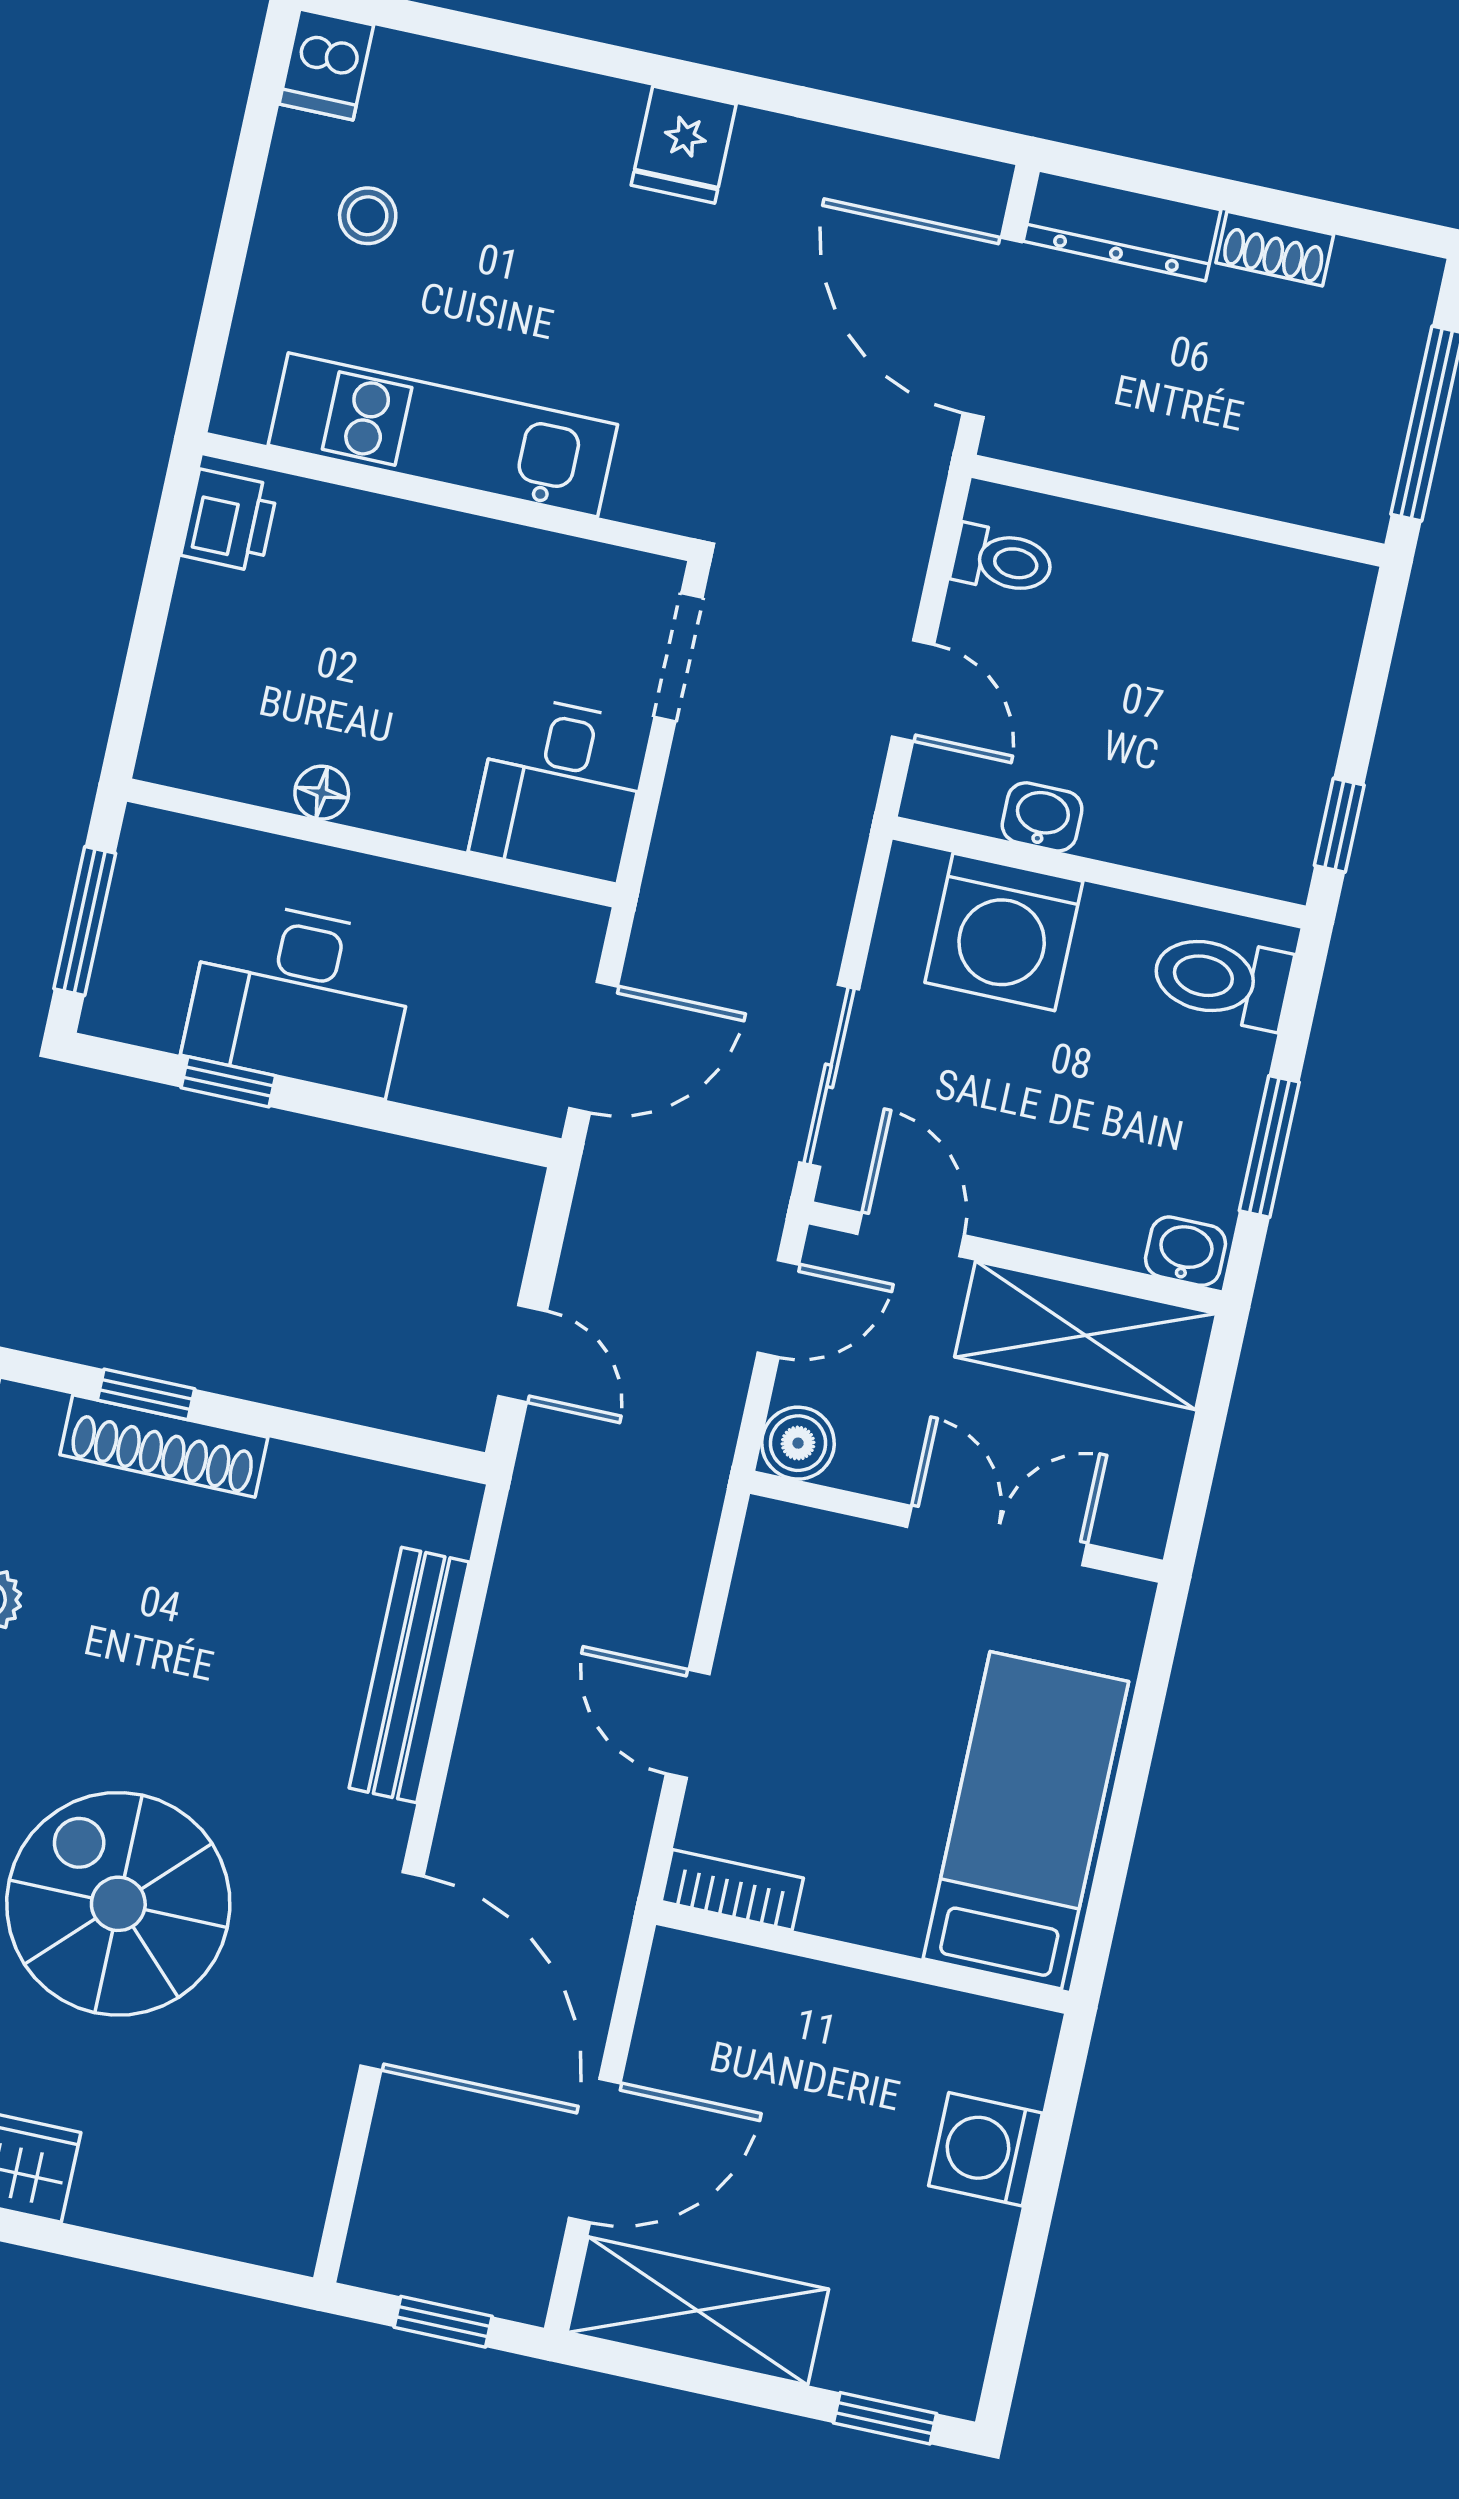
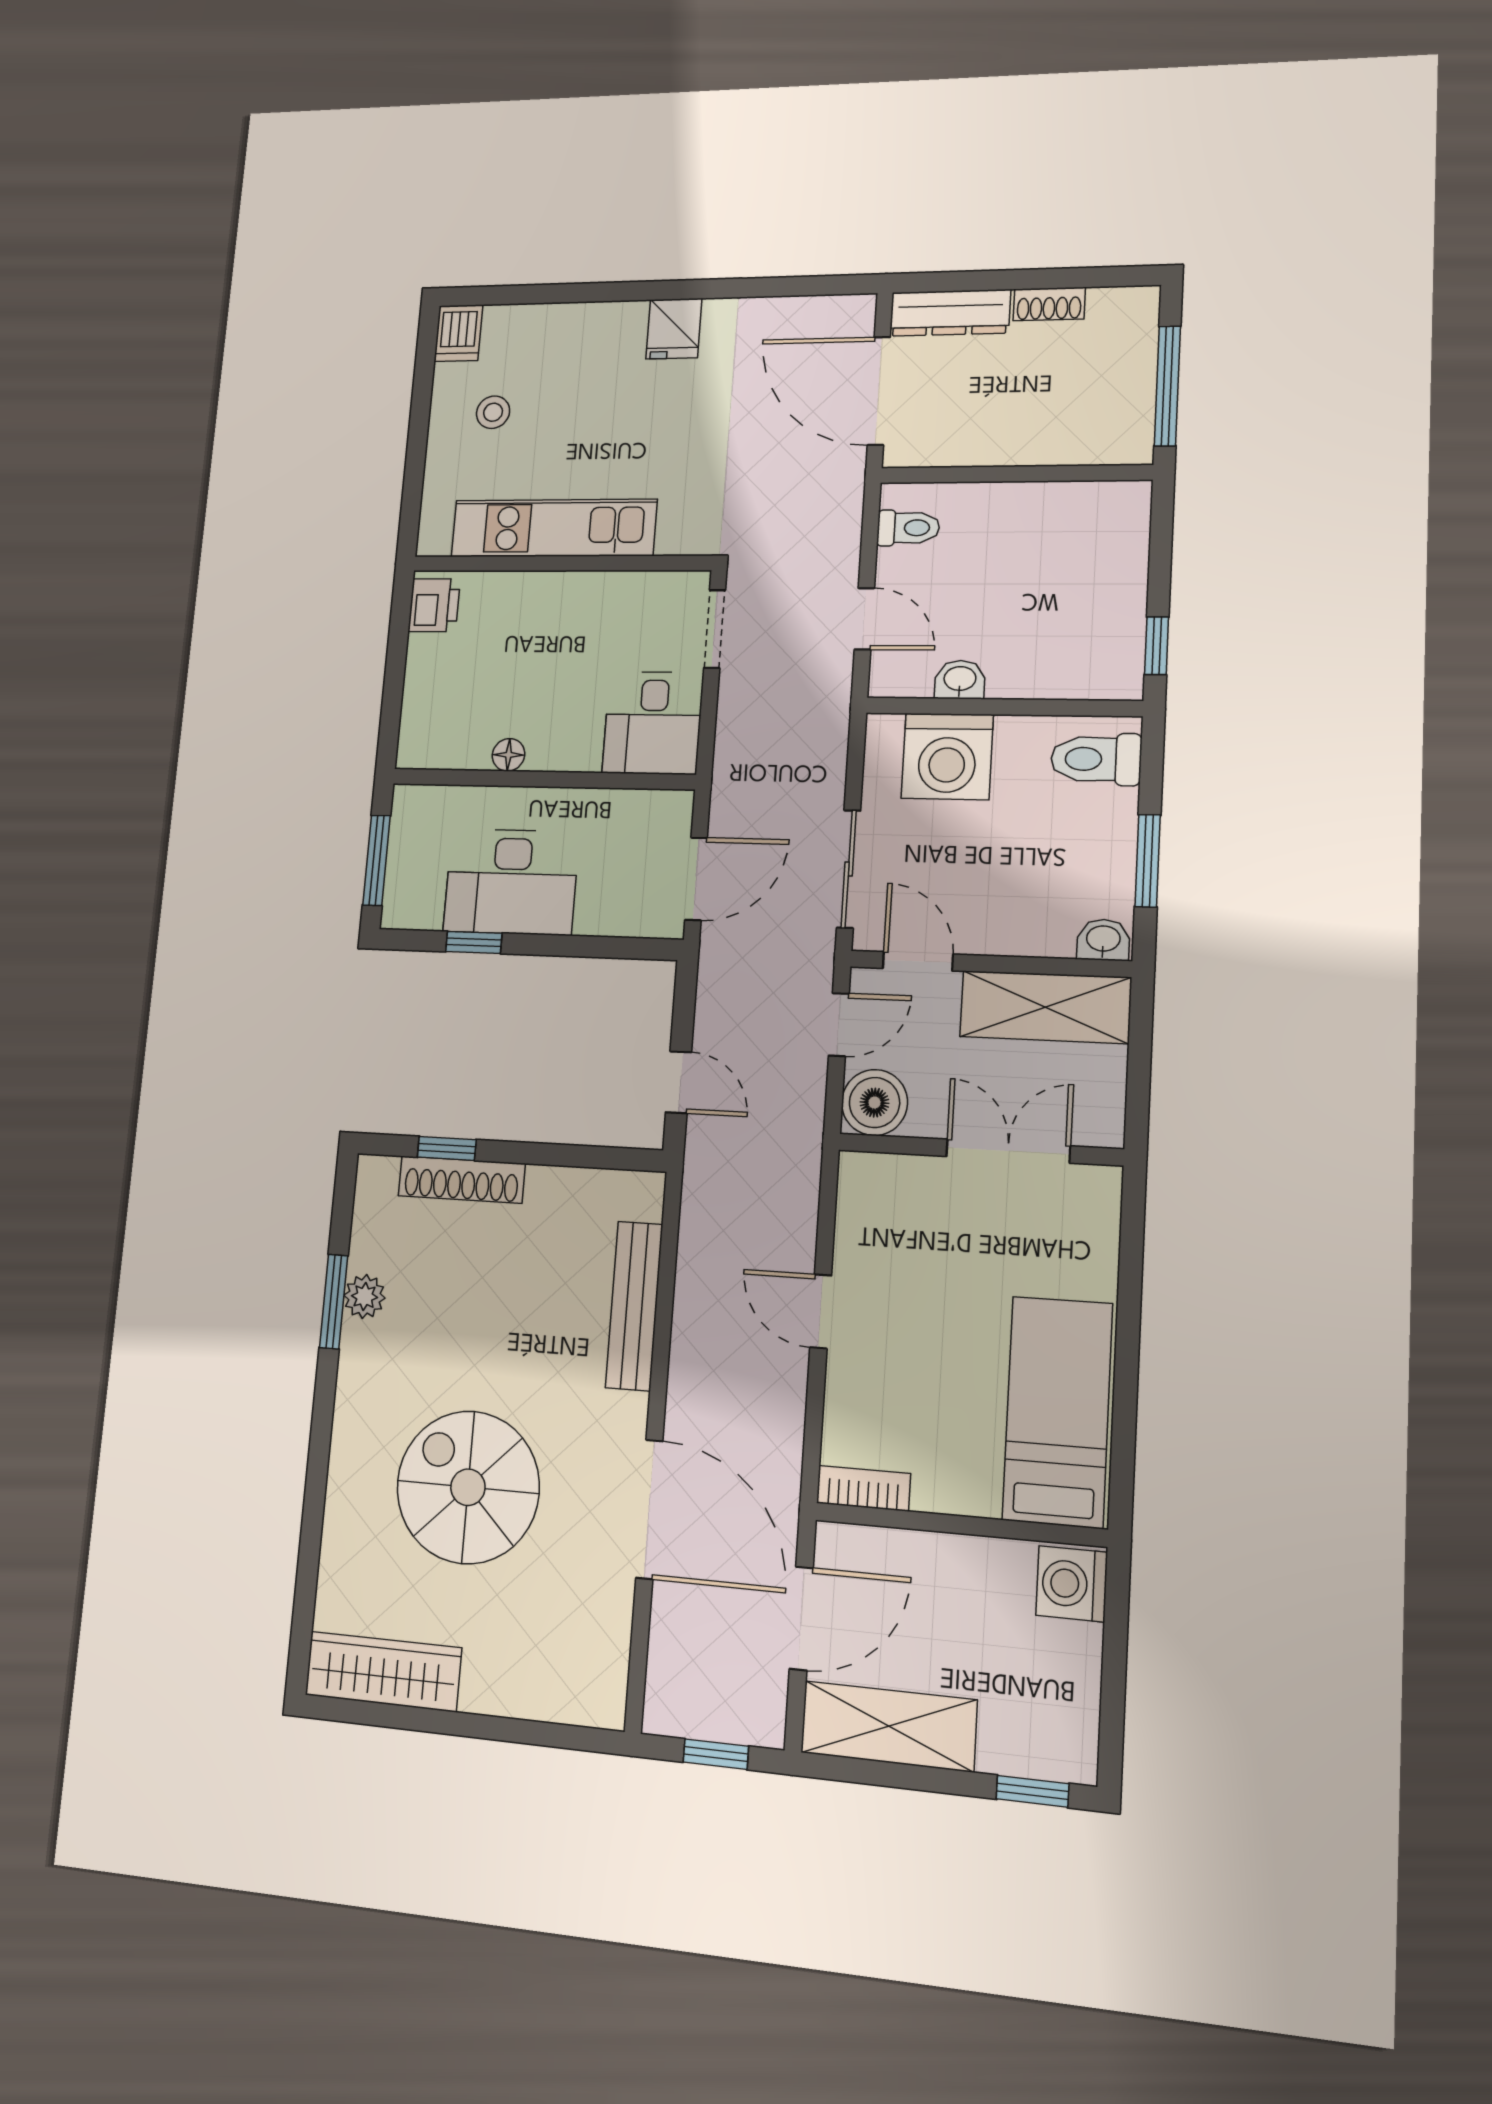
boiler: (798, 1443) -> (875, 1103), width x1.36, depth x1.36
bed: (1026, 1820) -> (1057, 1411), moved
bookcase: (732, 1890) -> (863, 1488), moved
wall: (863, 1958) -> (960, 1525), moved

